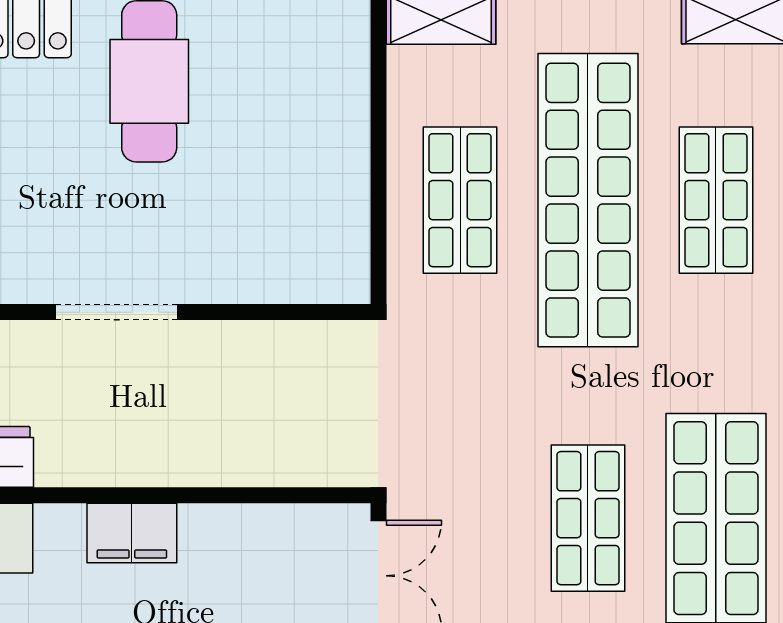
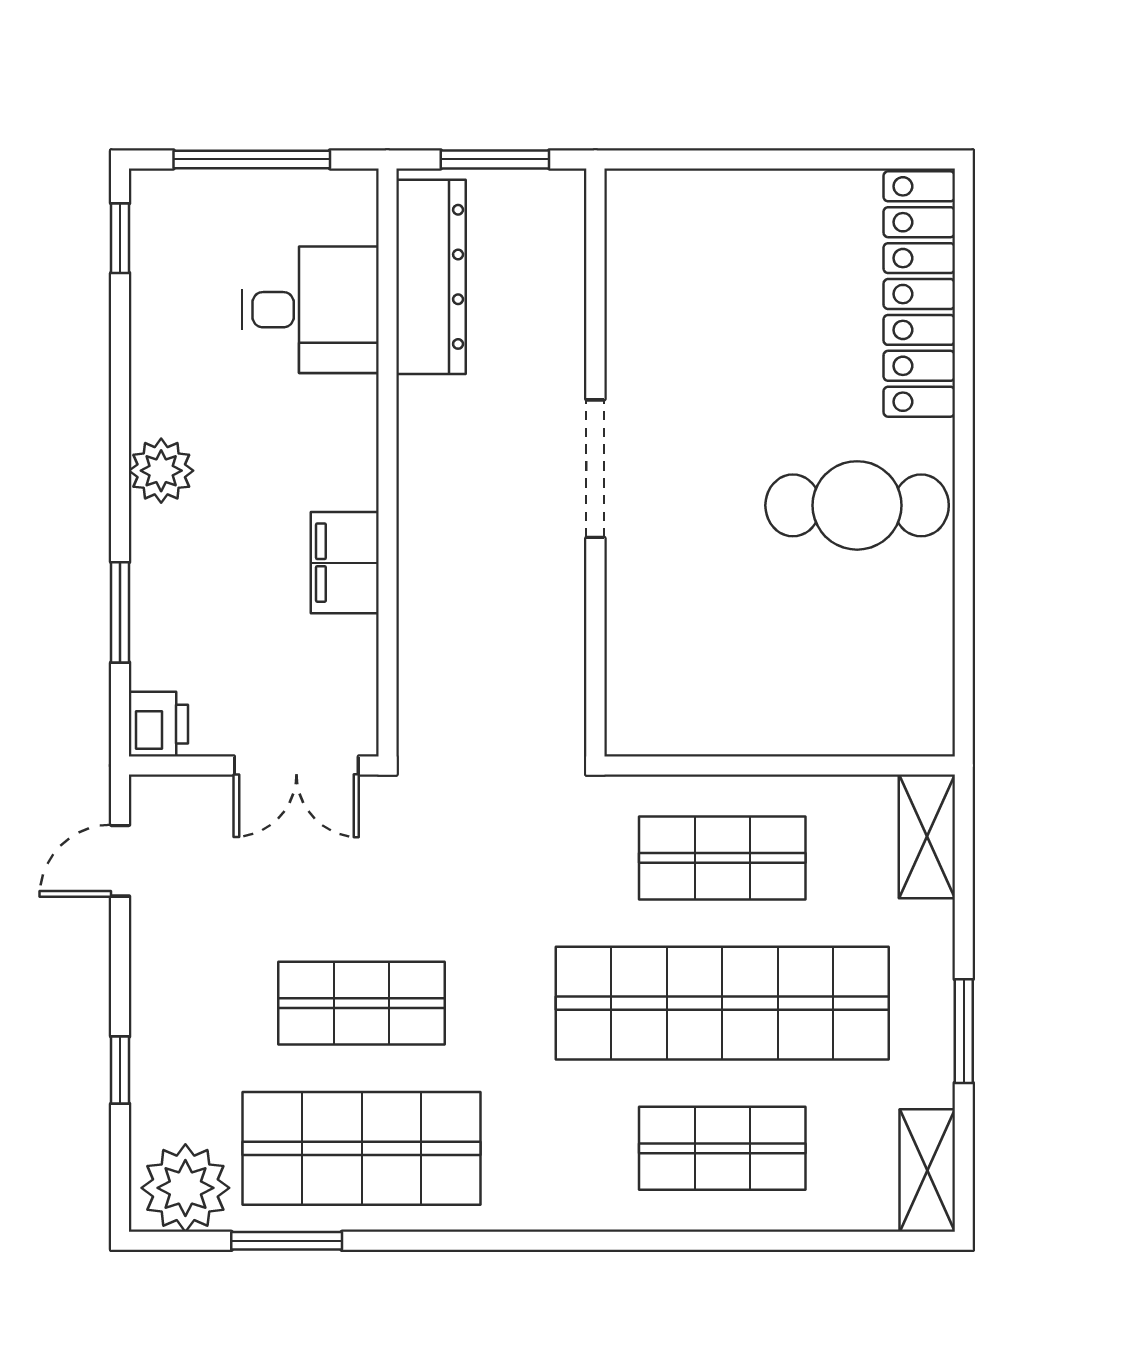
filing cabinet: (132, 533) -> (345, 563), moved

